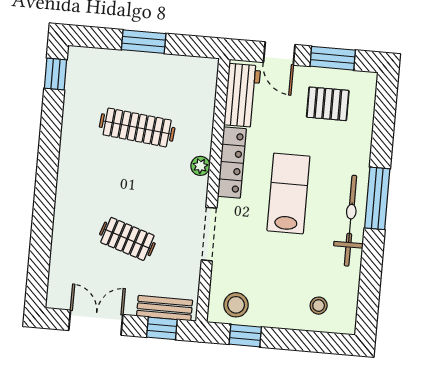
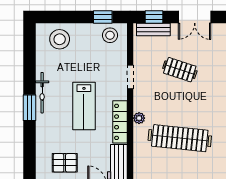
clothes rail: (137, 127) -> (180, 138), width x1.37, depth x1.31
window: (377, 198) -> (30, 108), width x0.69
bicycle: (350, 221) -> (42, 93), width x0.73, depth x0.71
doorway: (209, 234) -> (130, 77), width x0.73
stool: (319, 306) -> (60, 39), width x1.89, depth x1.89

